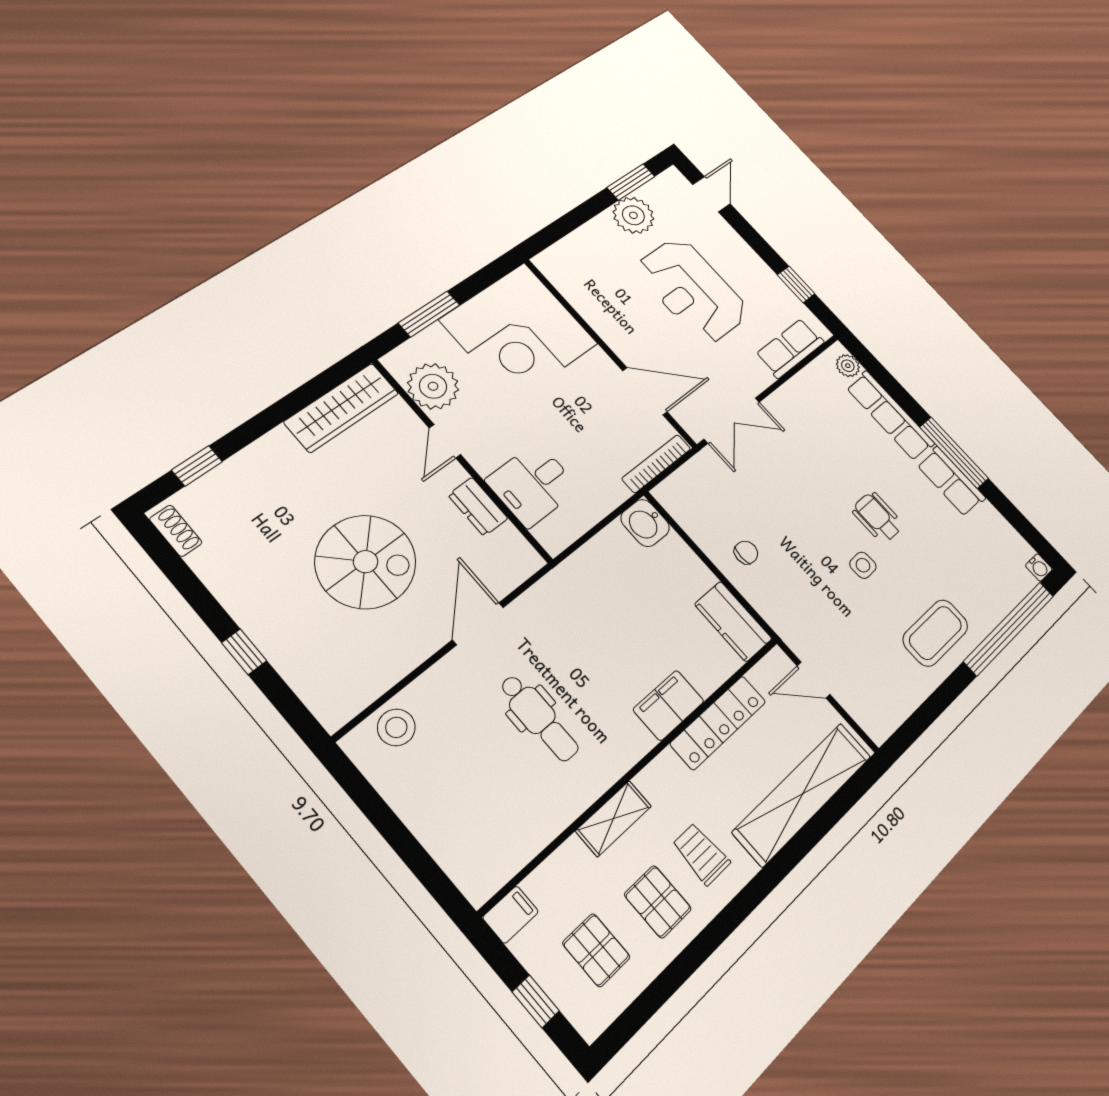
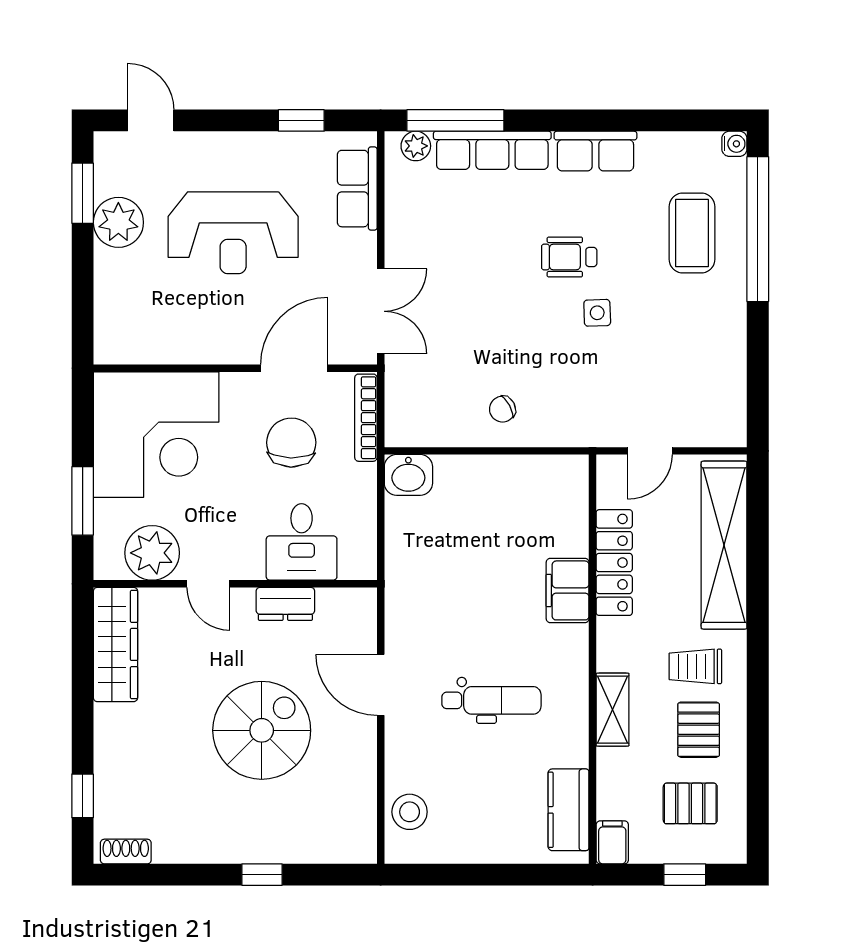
chair: (595, 426) -> (291, 443), added
window: (954, 453) -> (455, 120), moved
chair: (746, 552) -> (502, 409), turned -118
kitchen counter: (733, 621) -> (569, 810), moved, turned 90
coffee table: (935, 633) -> (692, 233), moved
pallet: (658, 902) -> (699, 730), turned 90

